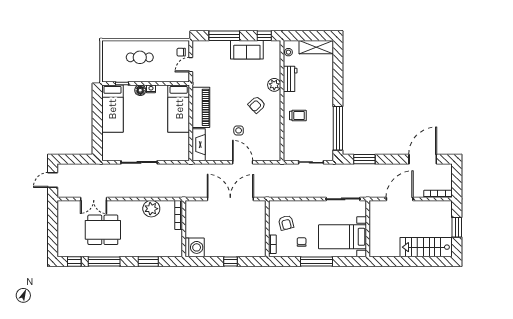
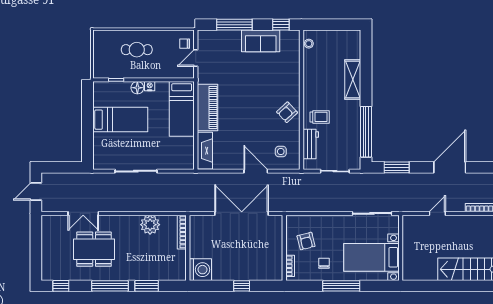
shelving: (316, 47) -> (353, 80), moved, turned 90
workbench: (290, 79) -> (311, 144), moved
plant: (274, 85) -> (292, 82), removed
armchair: (257, 105) -> (287, 112), moved
bed: (112, 109) -> (120, 120), moved, turned -90
side table: (239, 130) -> (281, 152), moved
door: (423, 159) -> (450, 167), moved
door: (400, 199) -> (437, 213), width x0.53
window: (104, 261) -> (110, 286), moved

